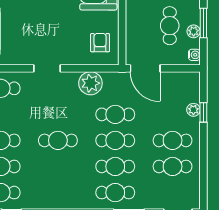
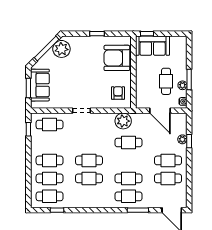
door: (145, 68) -> (160, 111), moved
plant: (90, 83) -> (123, 121), moved
cafe table: (115, 140) -> (89, 178), moved

